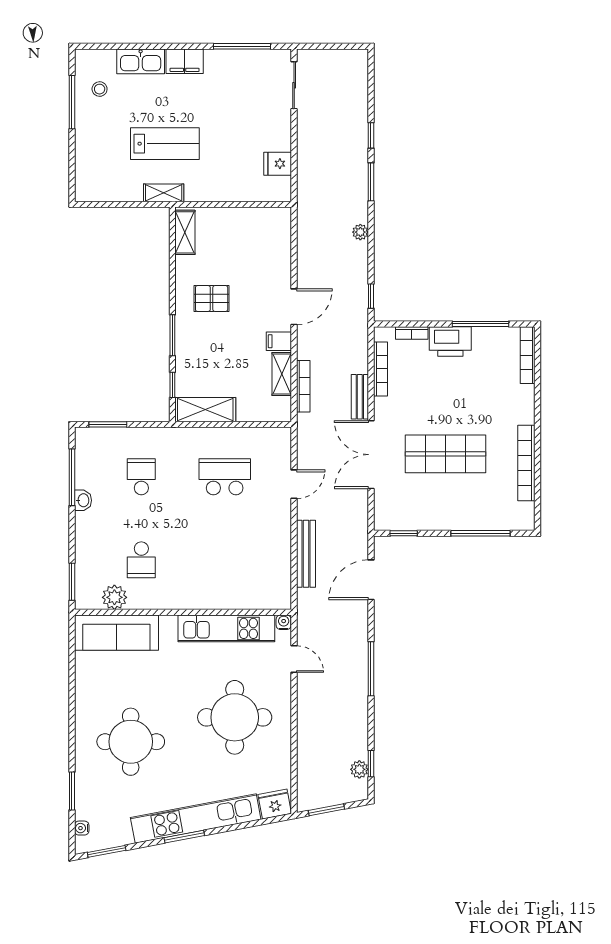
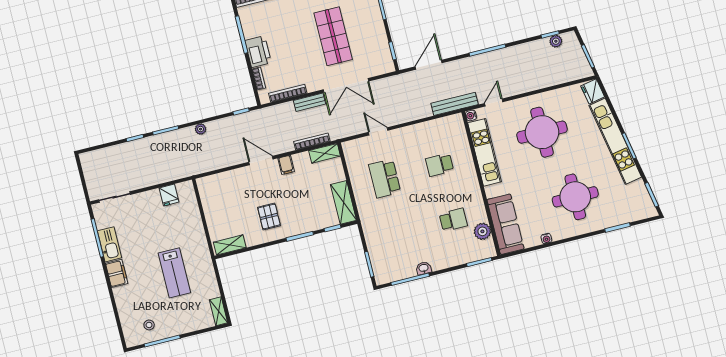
kitchen sink: (141, 61) -> (110, 244), moved
lab bench: (165, 144) -> (174, 273), turned 180
shelving: (164, 193) -> (218, 311), moved
shelving: (282, 374) -> (325, 153), moved
school desk: (141, 477) -> (440, 165), moved
bench: (306, 554) -> (455, 104), moved
door: (371, 580) -> (429, 65), swing flipped
water cooler: (82, 828) -> (546, 239), moved

